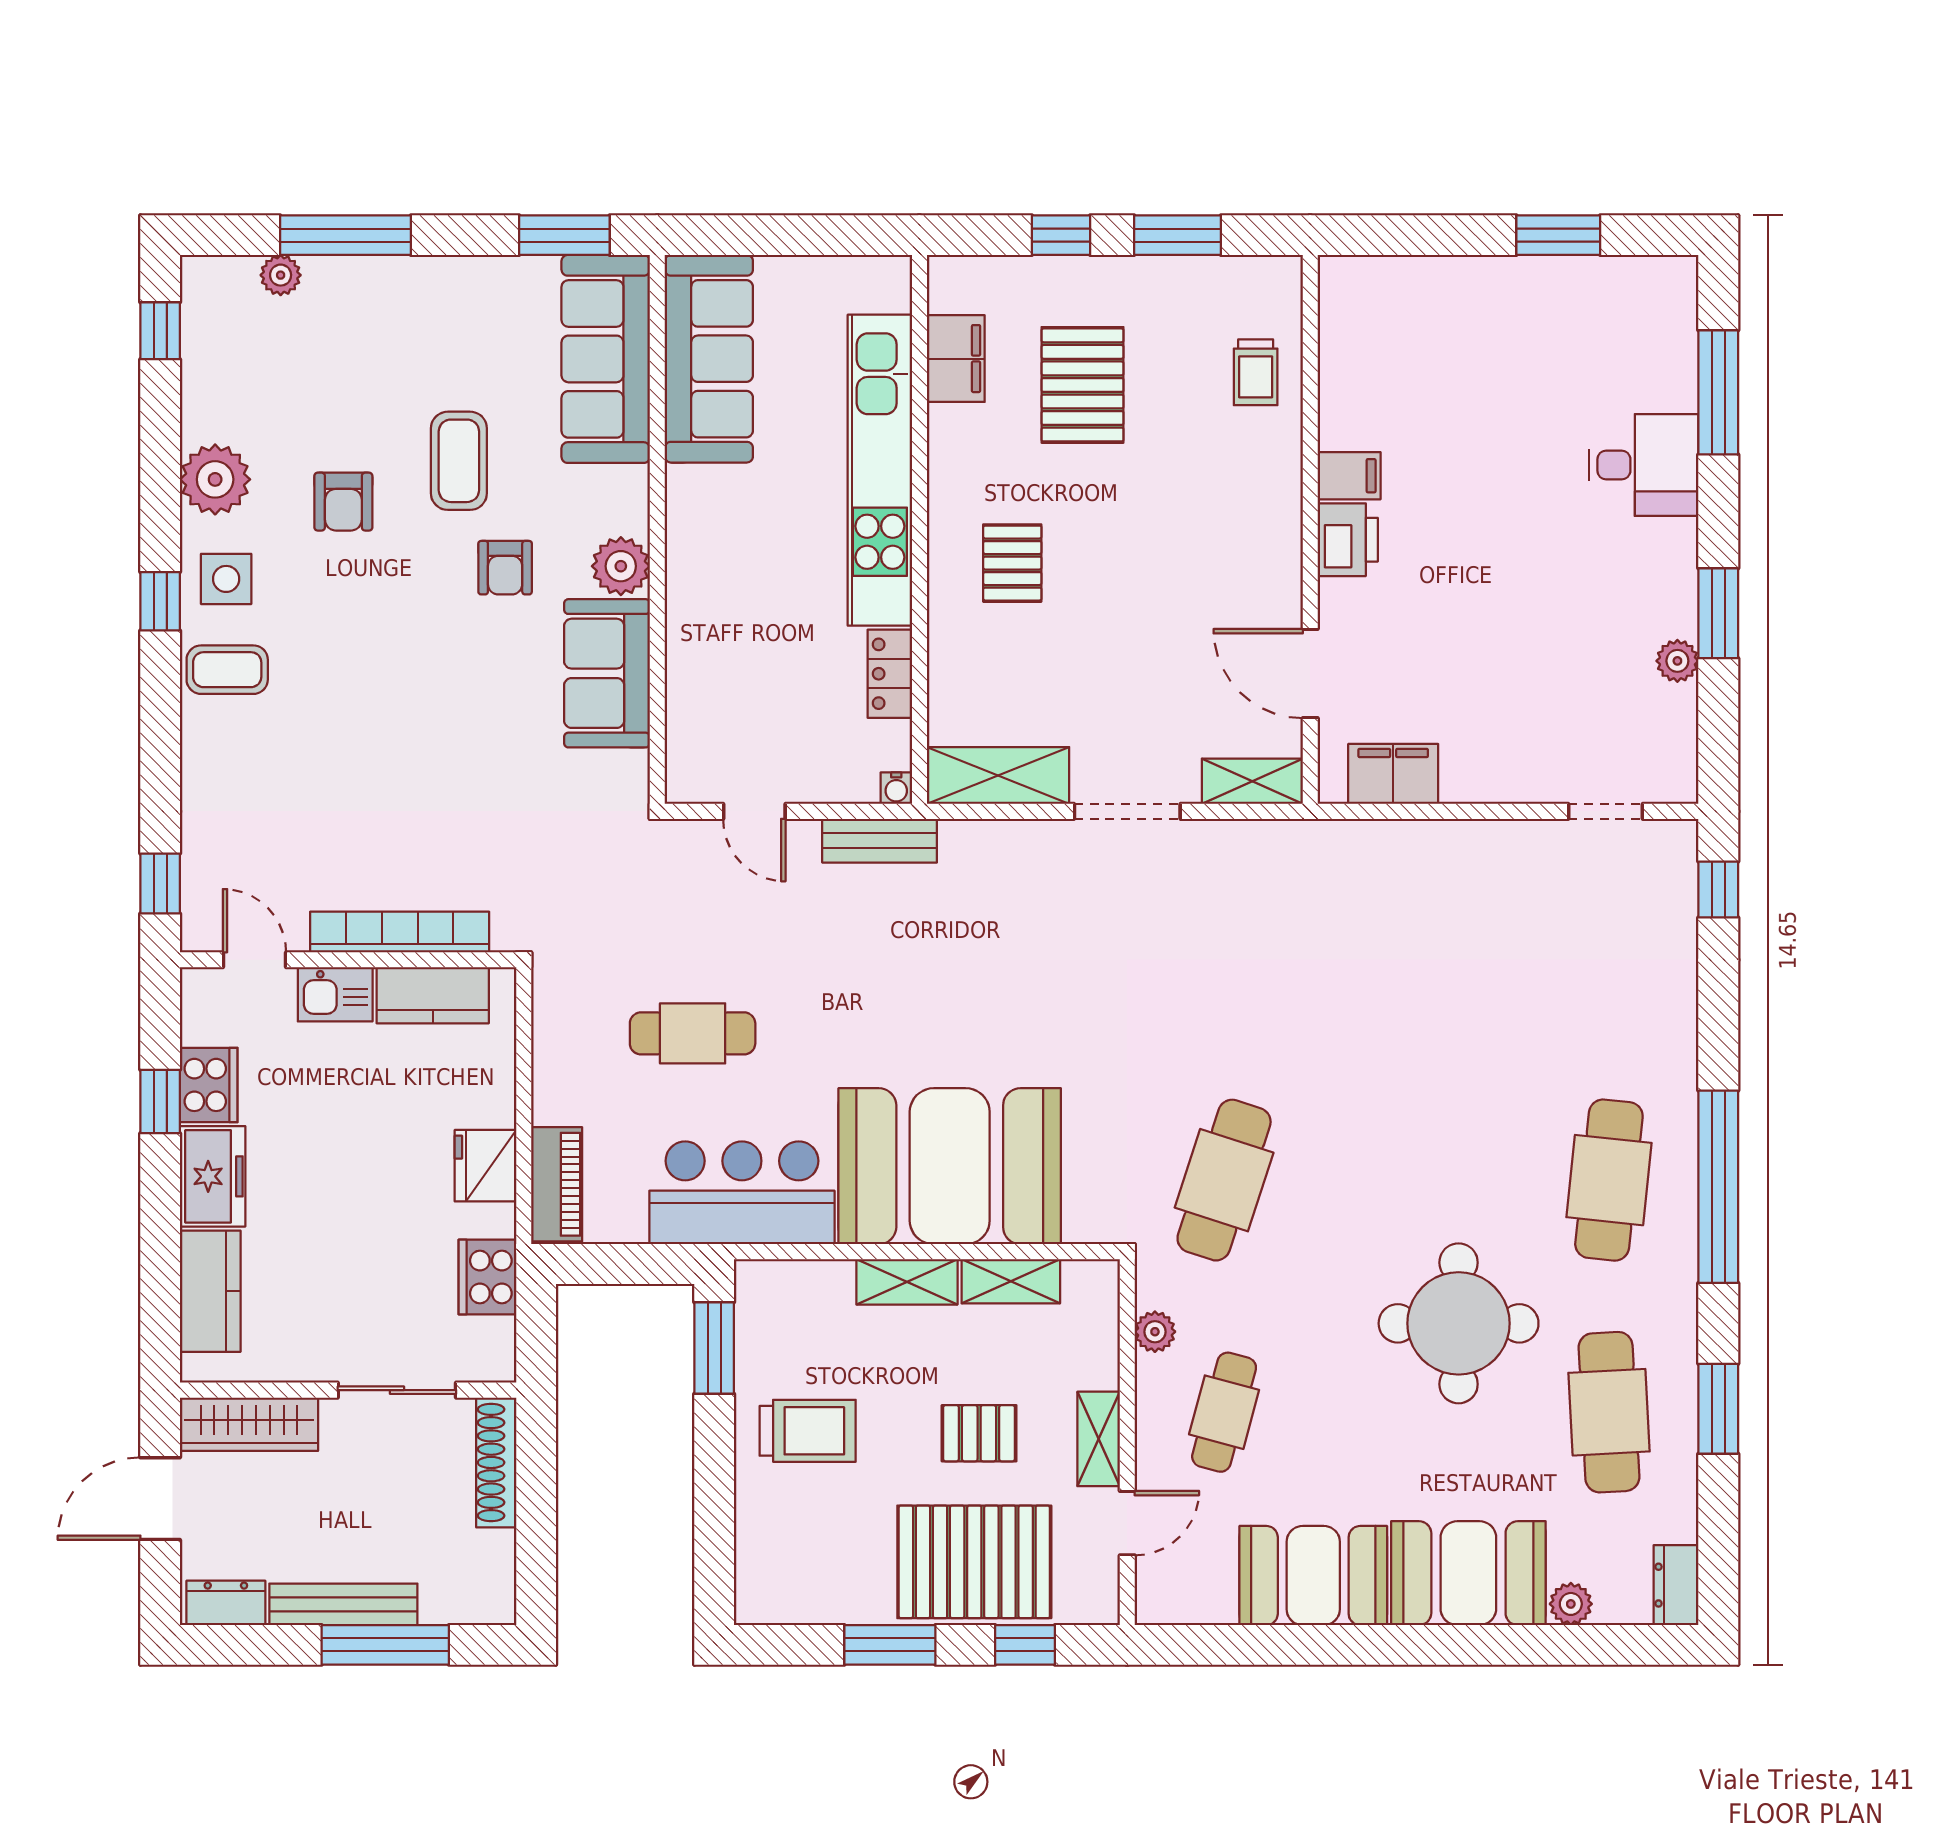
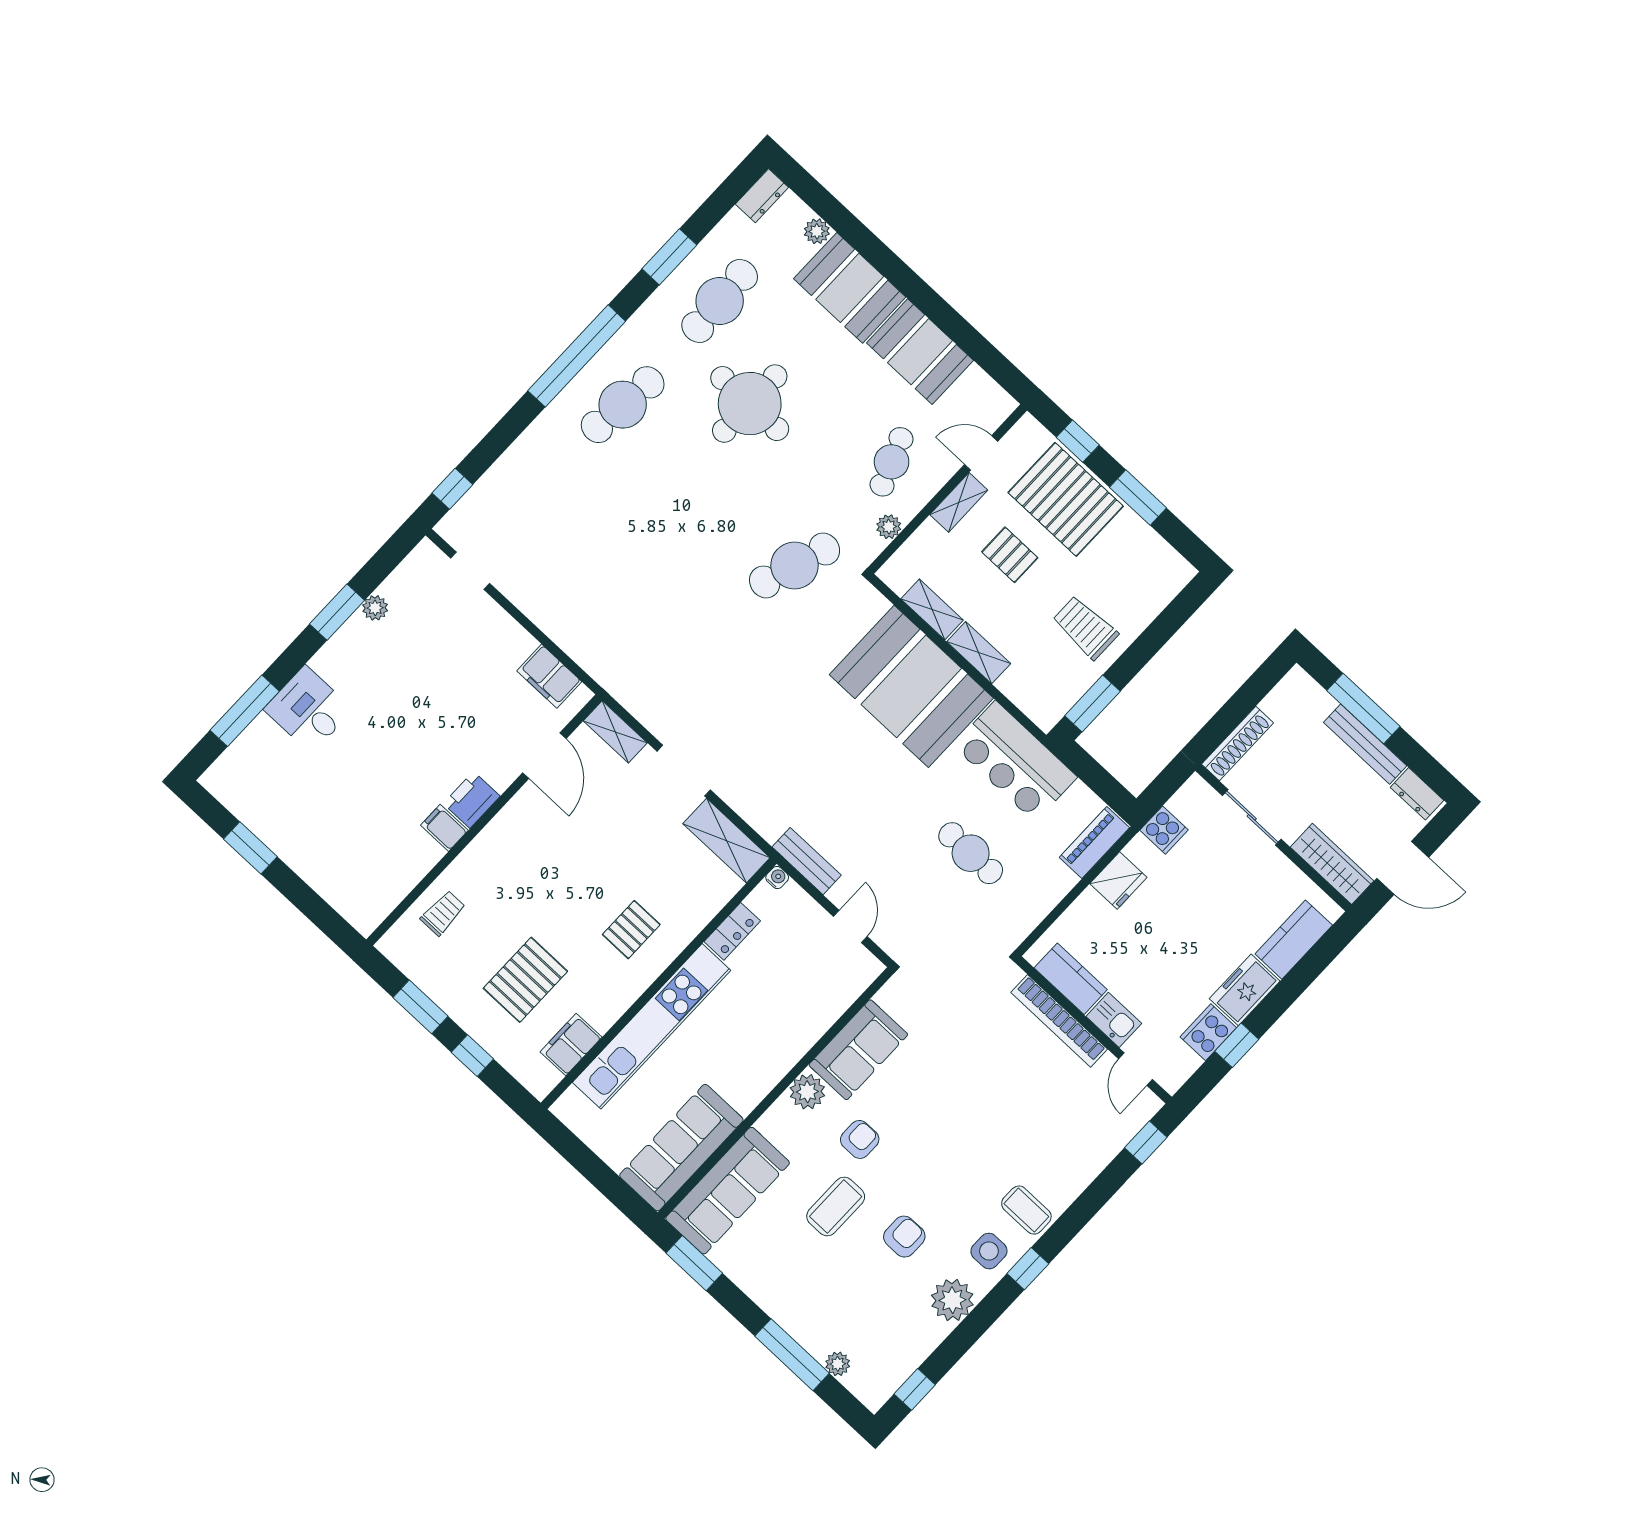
cooker: (487, 1277) -> (1164, 830), width x0.73
cafe table: (1224, 1412) -> (892, 462), turned -36

